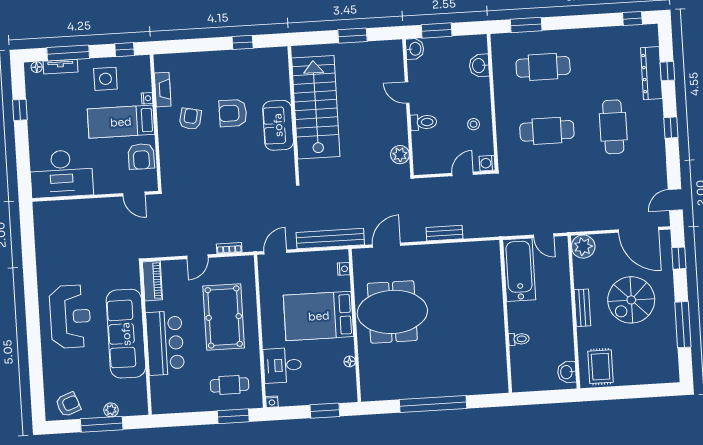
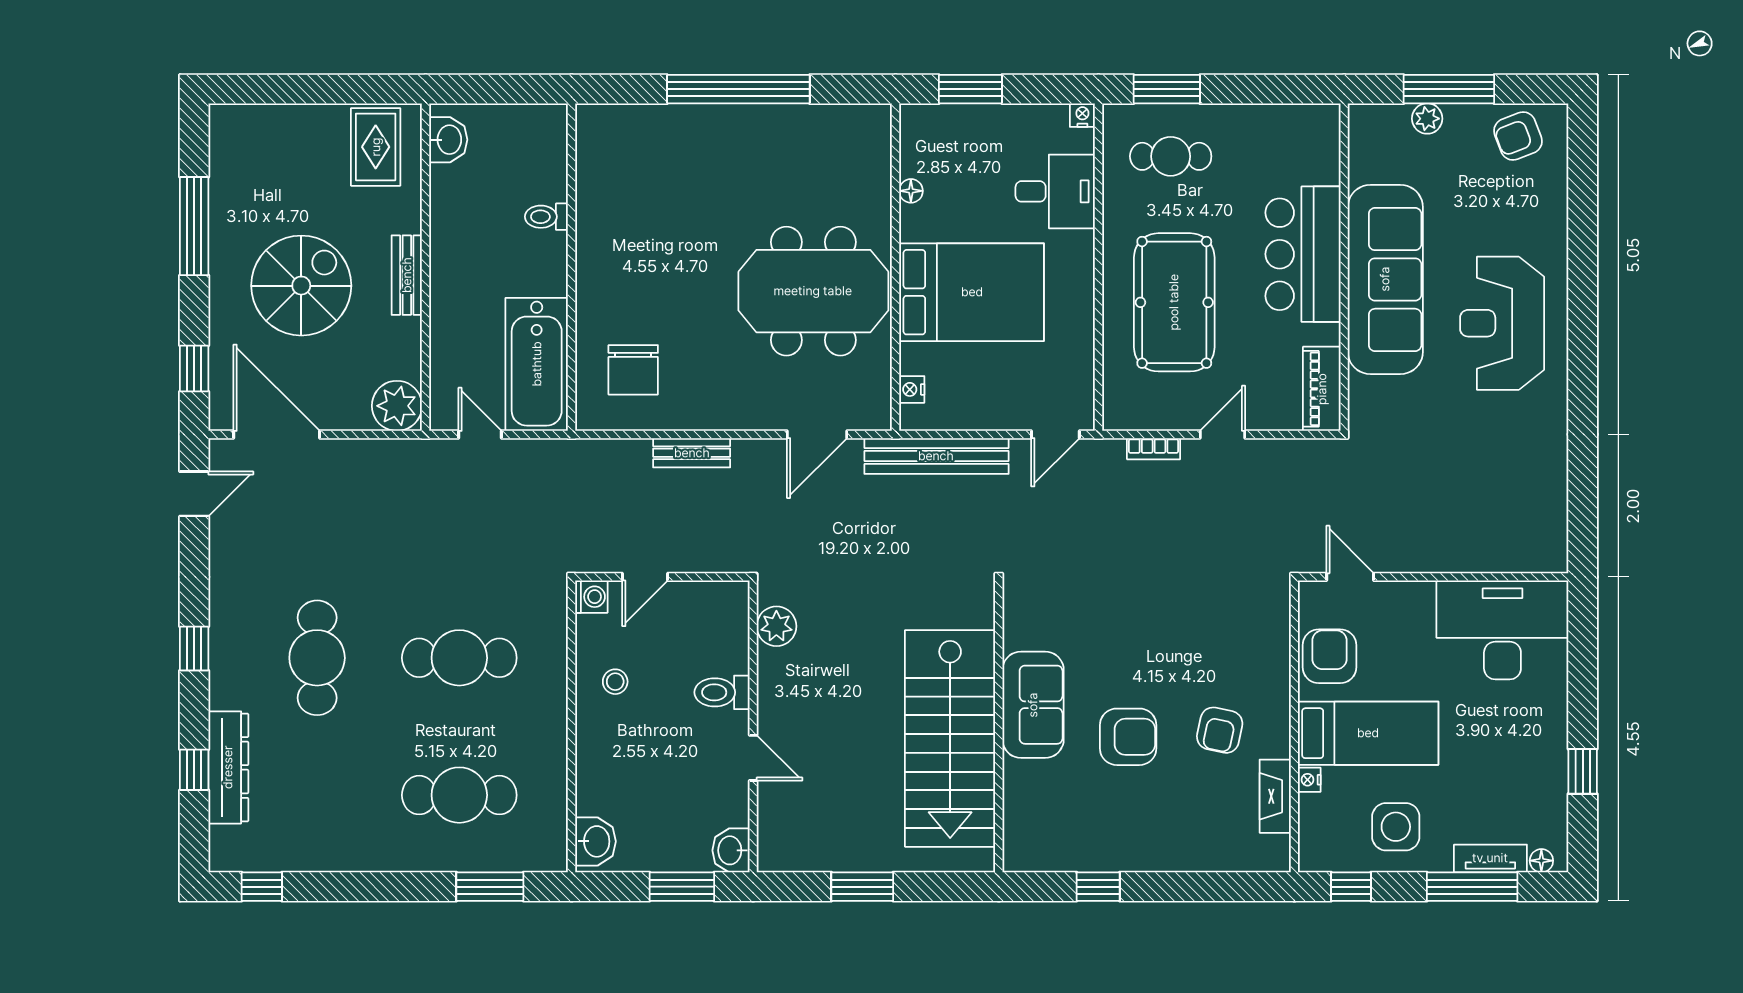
washbasin: (479, 66) -> (596, 841), moved
chair: (474, 270) -> (633, 370), added

